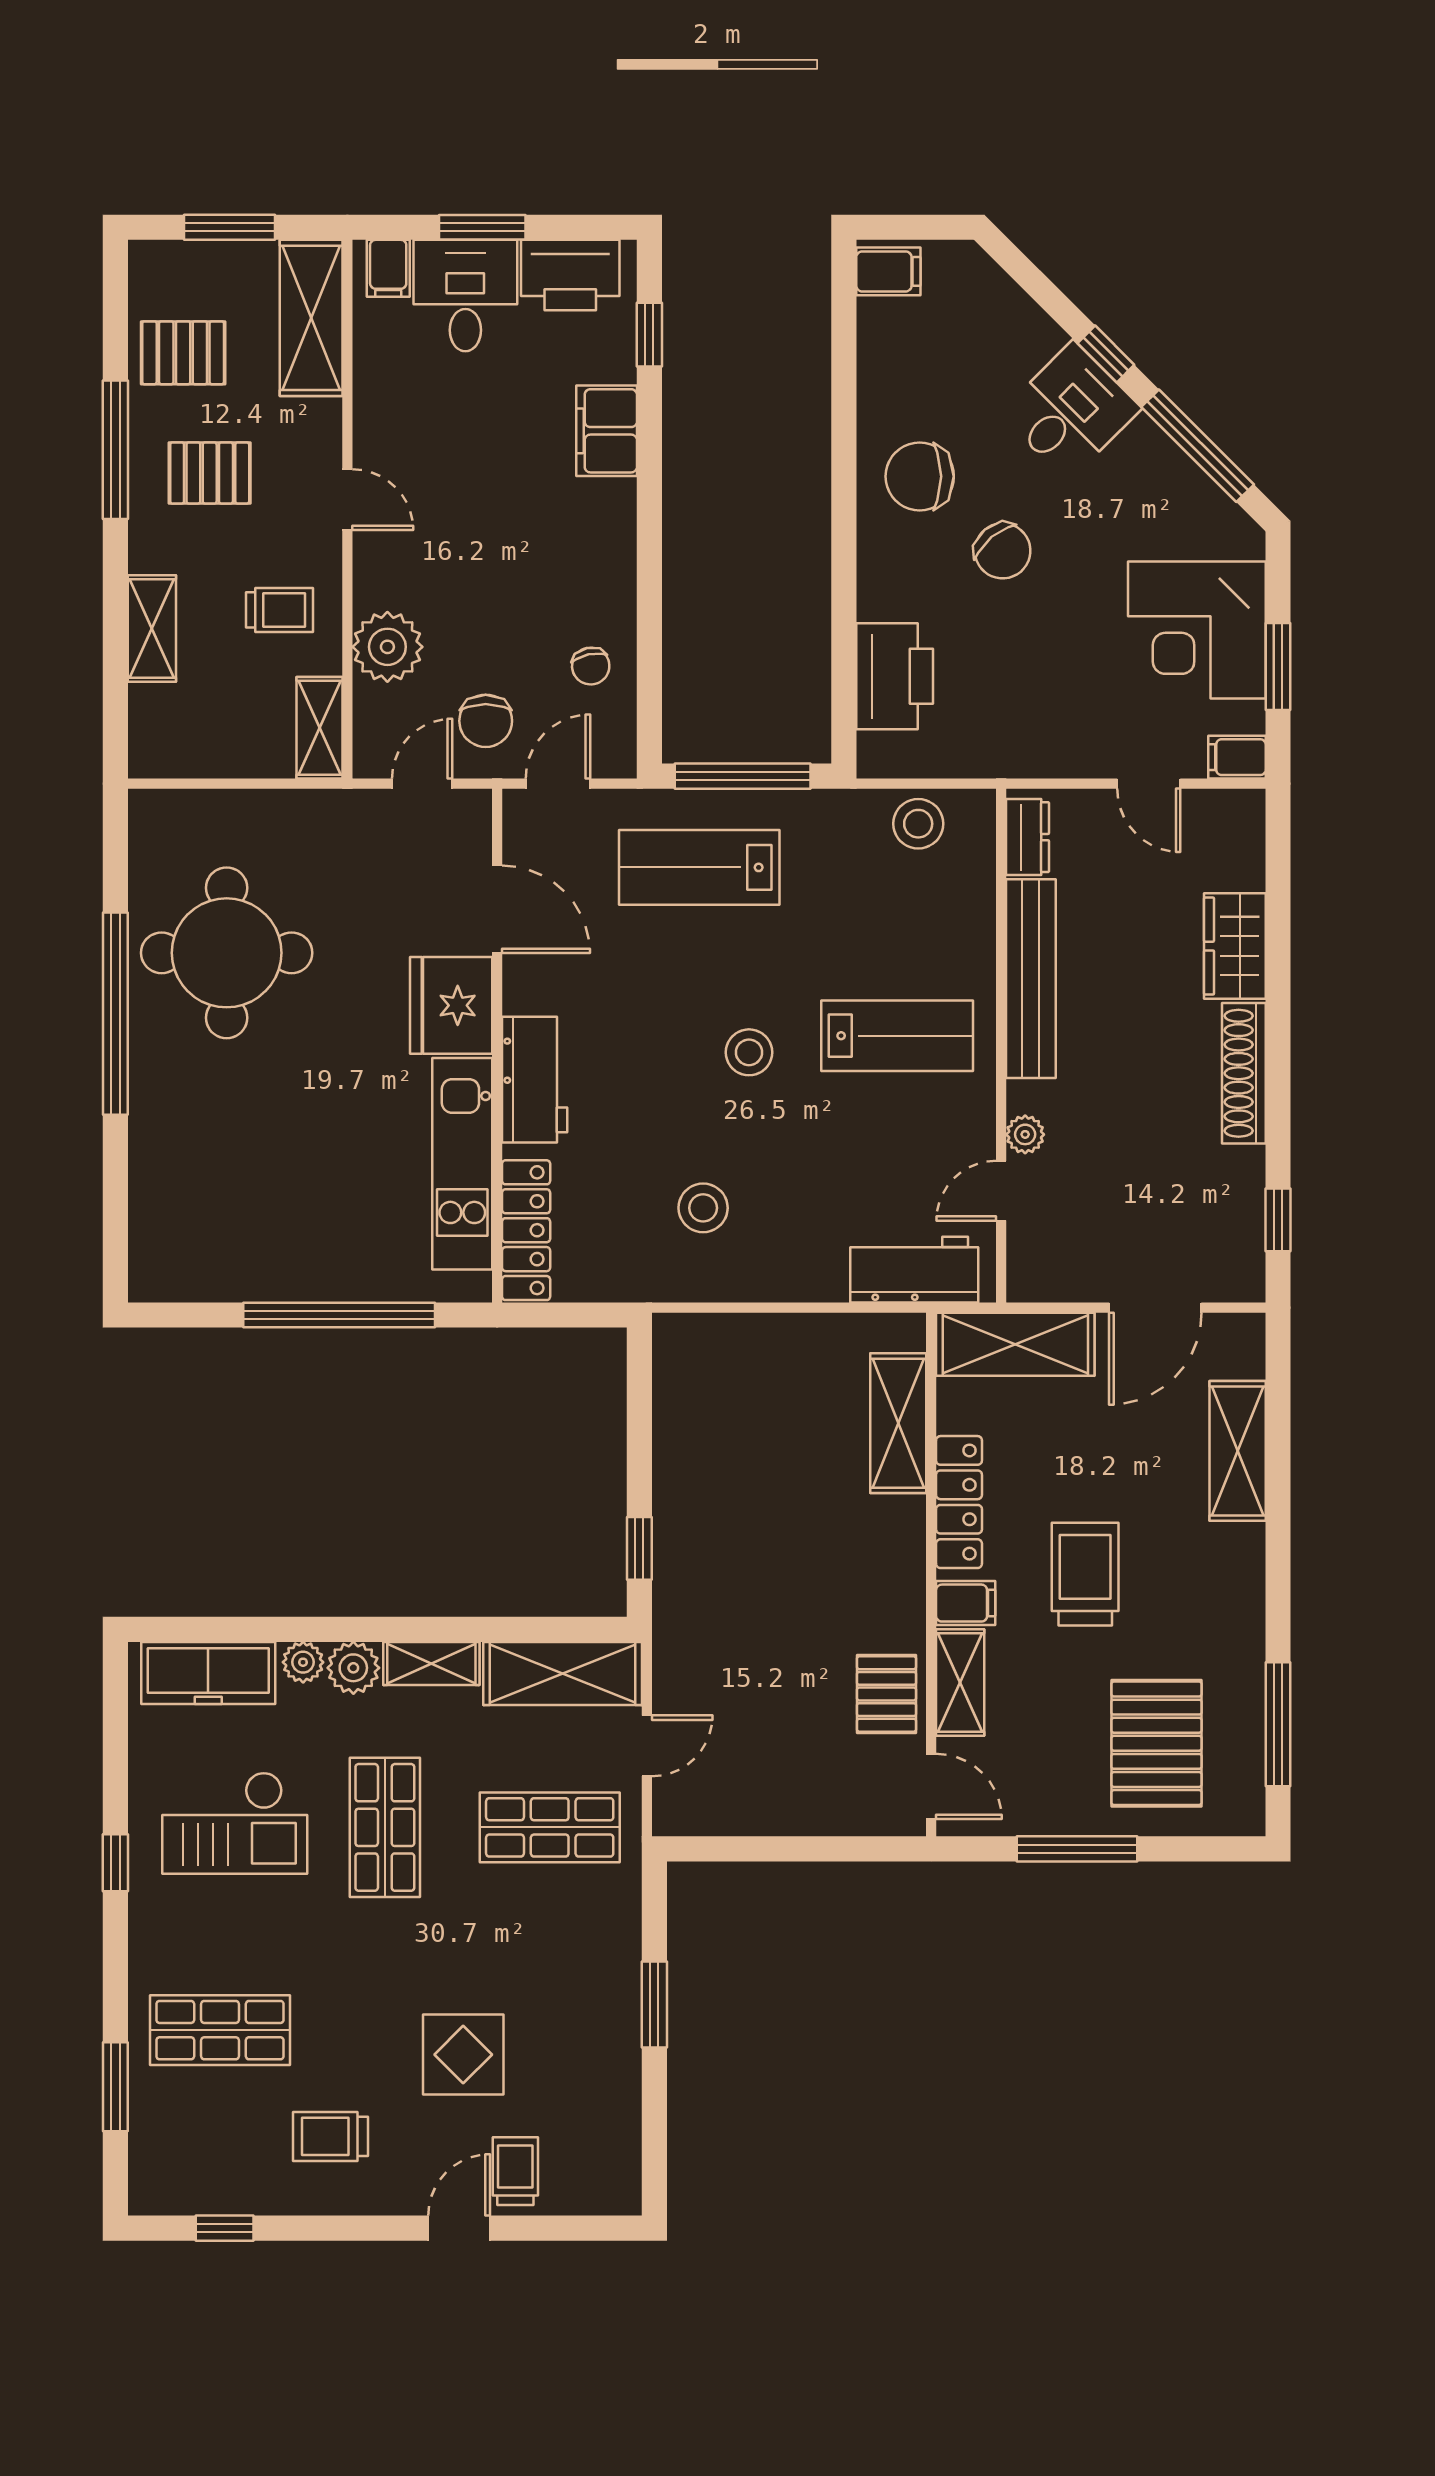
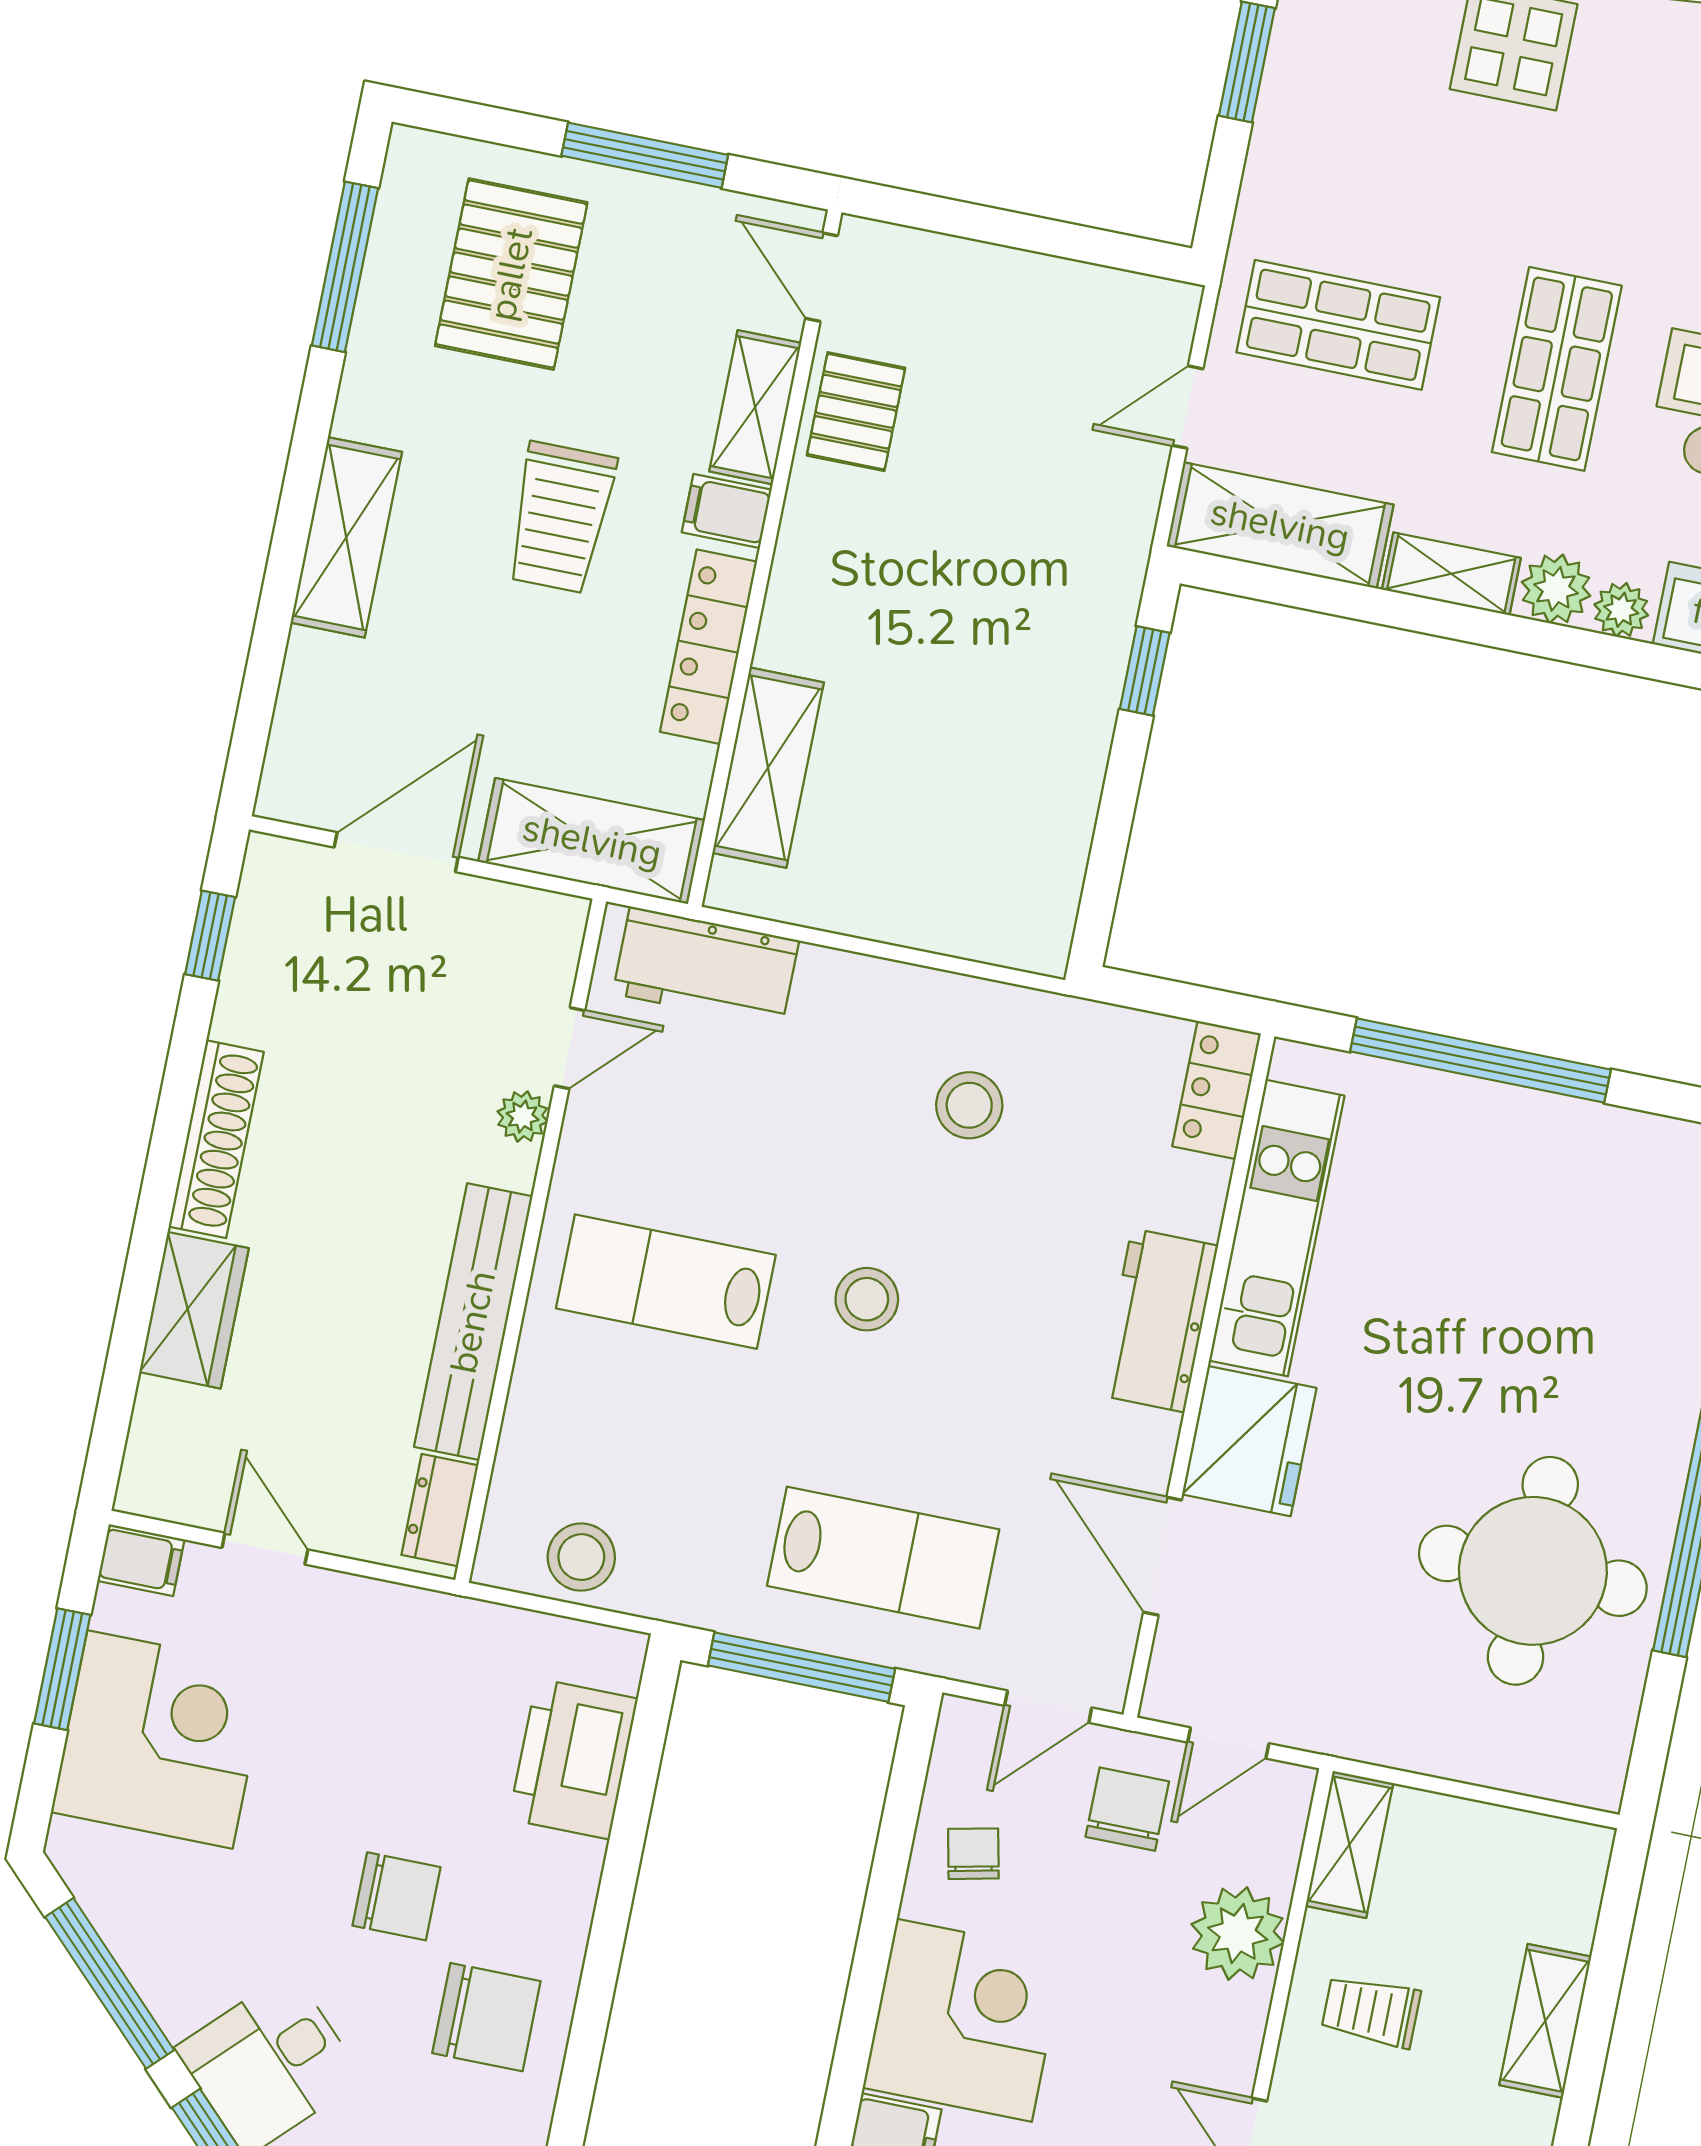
corner desk: (573, 544) -> (964, 2020), added
chair: (1003, 551) -> (396, 1896), turned 130
locker: (526, 1230) -> (1217, 1090), width x0.66
shelving: (1238, 1451) -> (346, 537), moved

